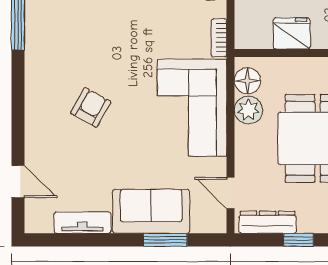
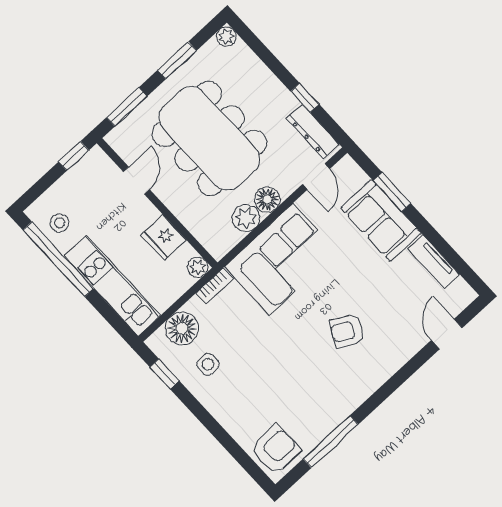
plant: (245, 39) -> (198, 267), added
floor lamp: (247, 81) -> (267, 200), moved

